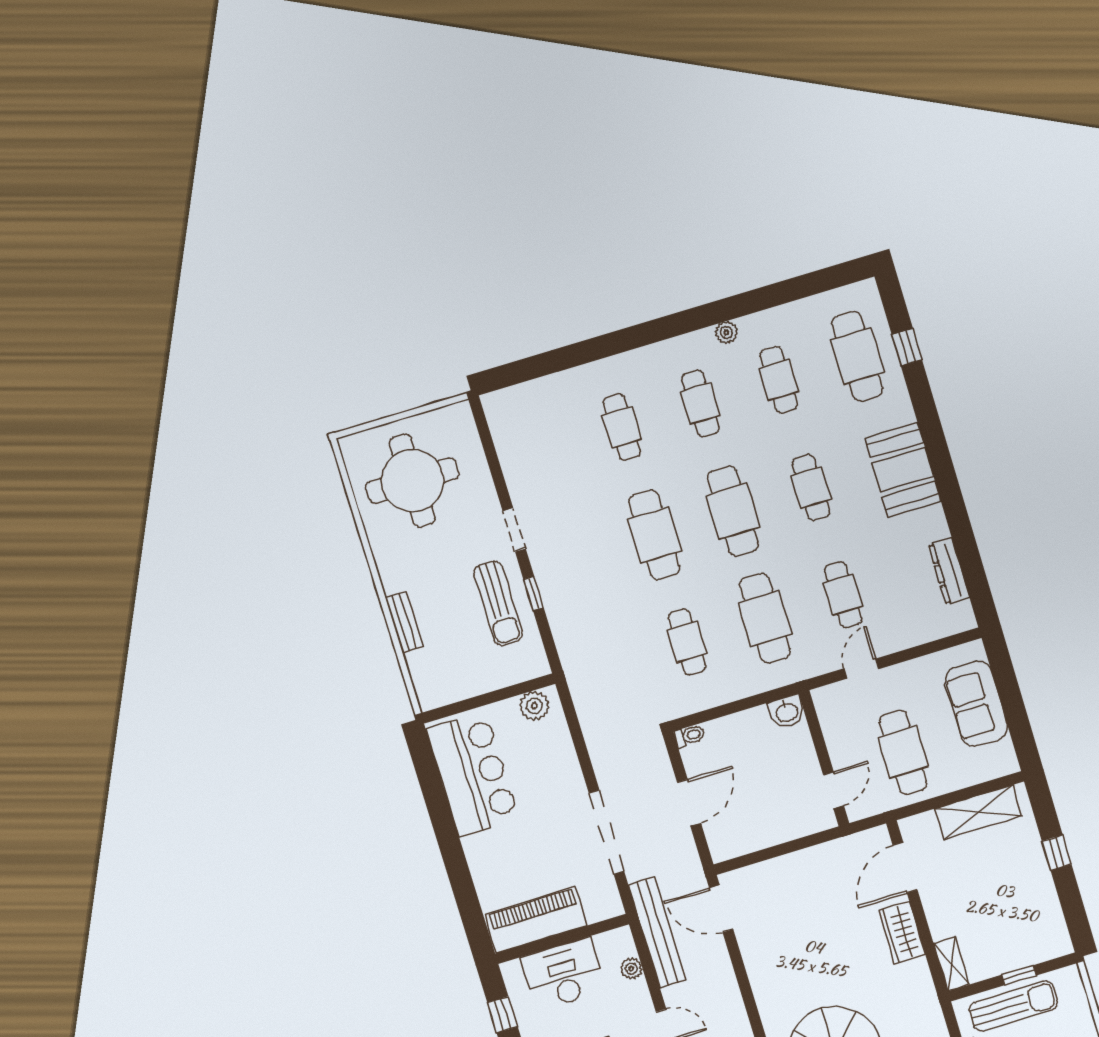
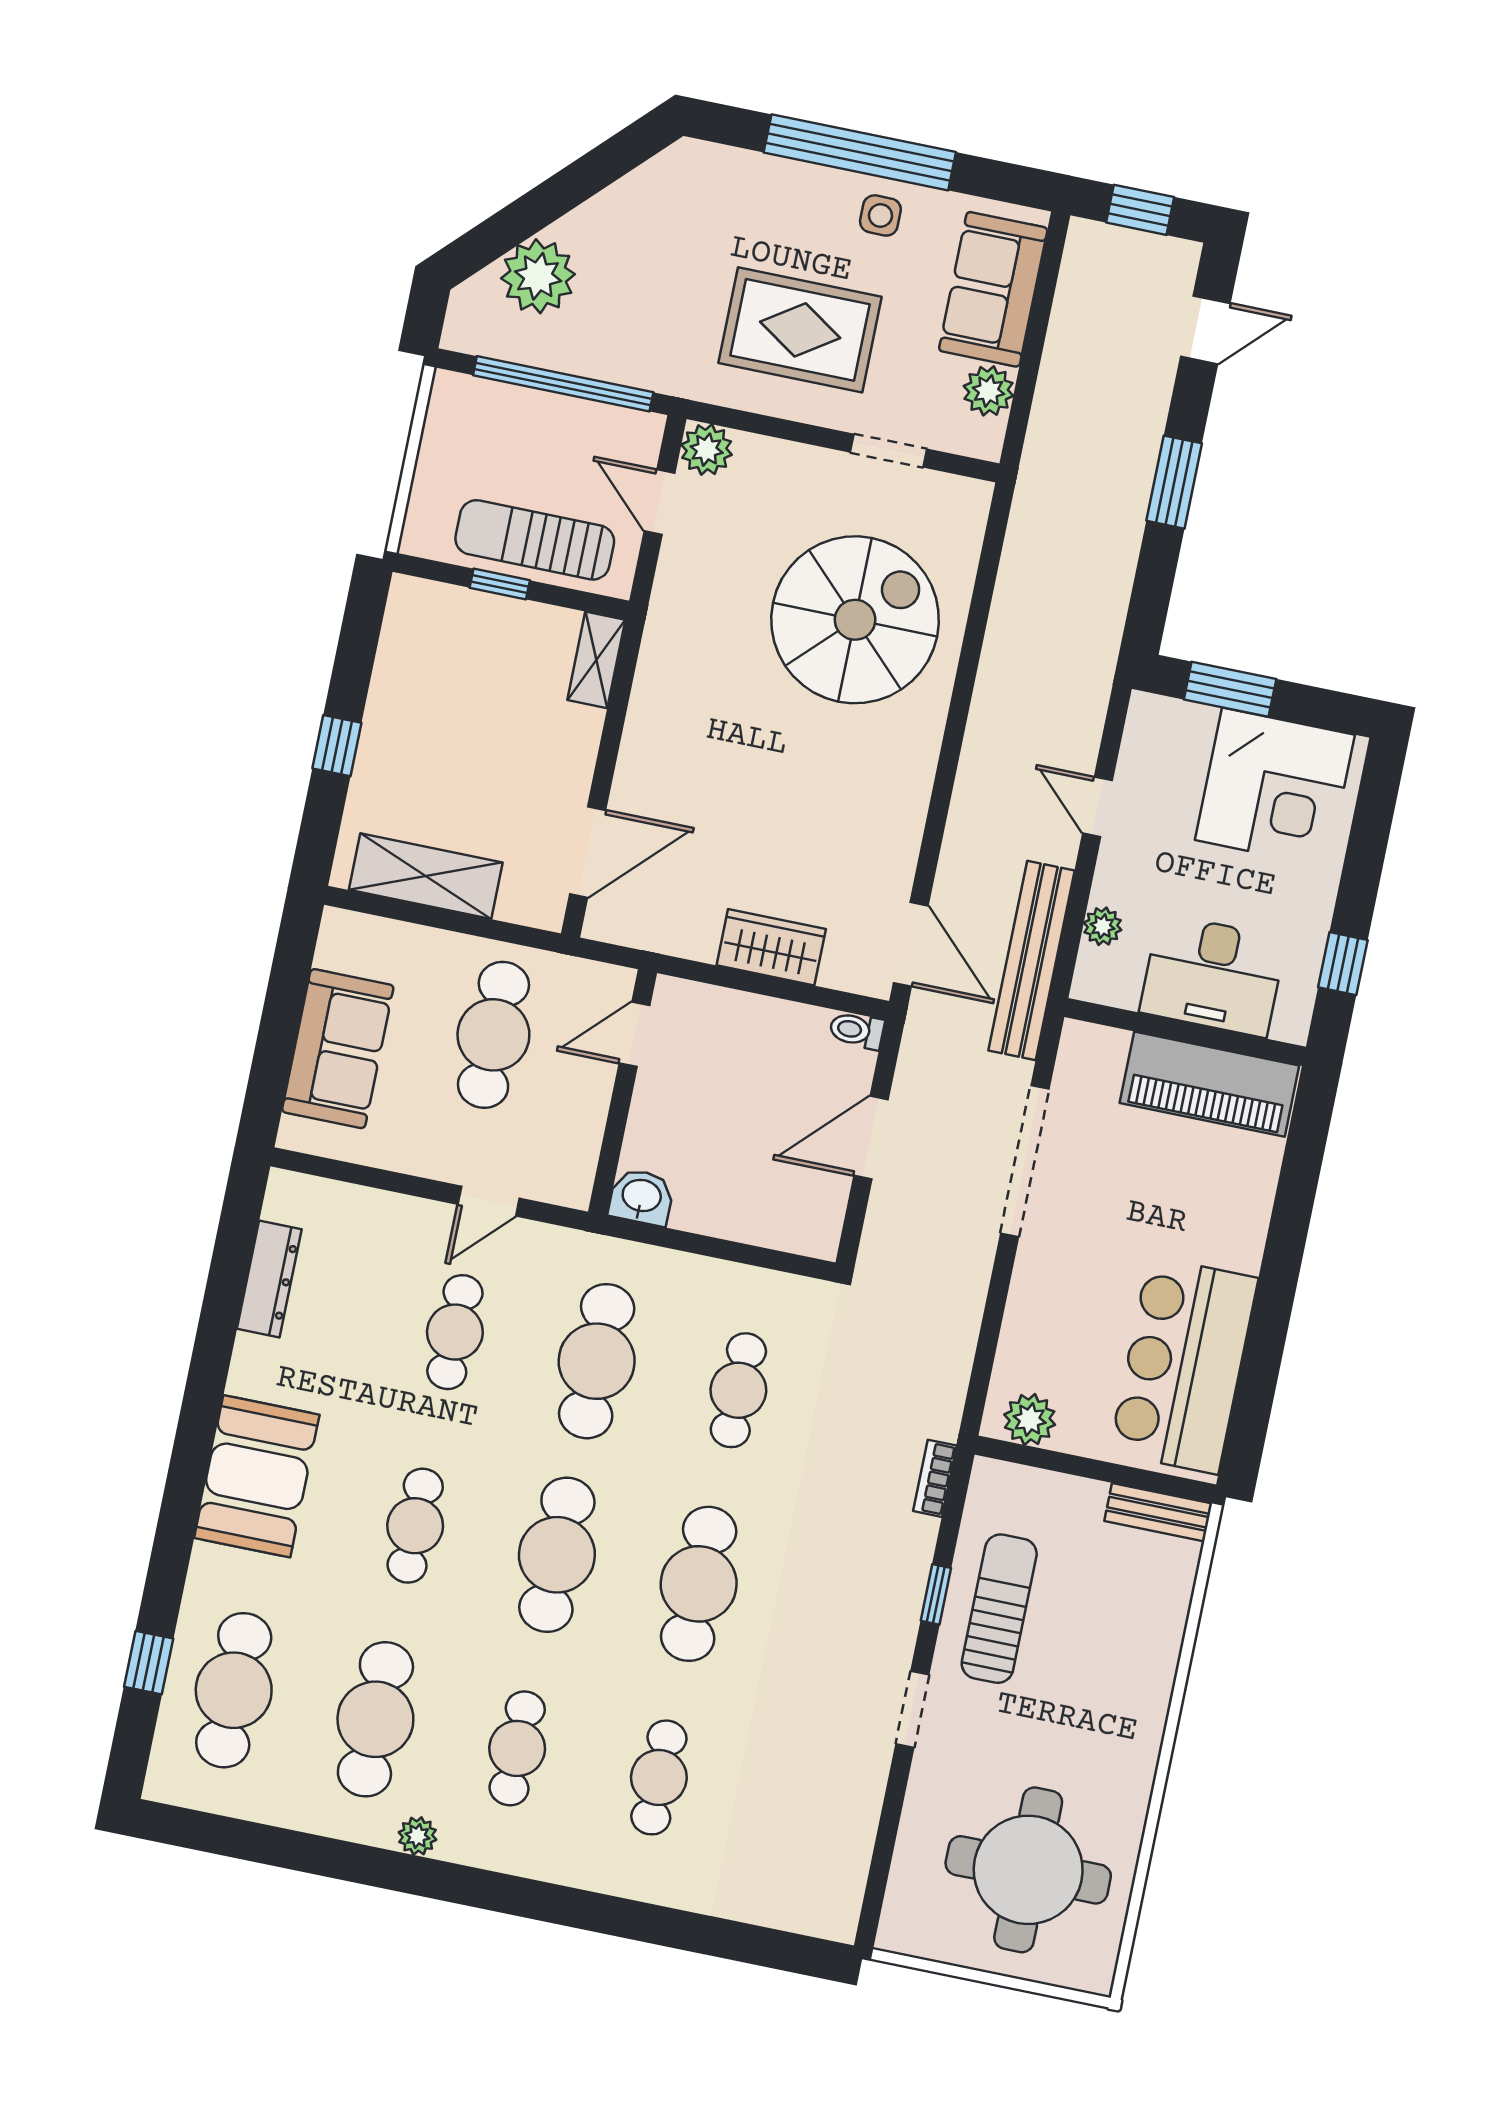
cafe table: (779, 380) -> (375, 1719), width x1.37, depth x1.35
bench: (404, 622) -> (1158, 1512), moved, turned 90
bookcase: (566, 651) -> (935, 1478), added
toilet: (690, 736) -> (857, 1030), moved
wardrobe: (902, 933) -> (771, 947), moved, turned -90

